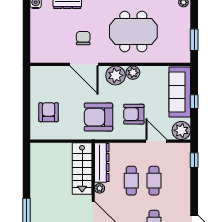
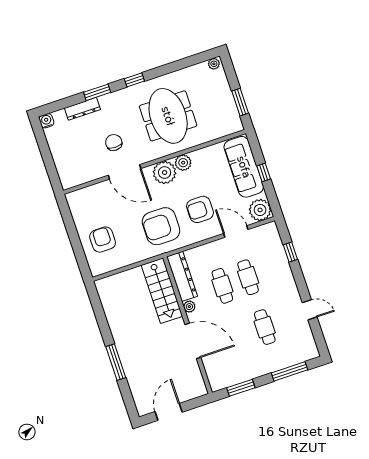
meeting table: (133, 31) -> (168, 116), turned 90
window: (194, 160) -> (290, 252), moved

